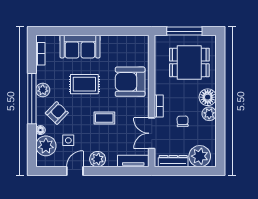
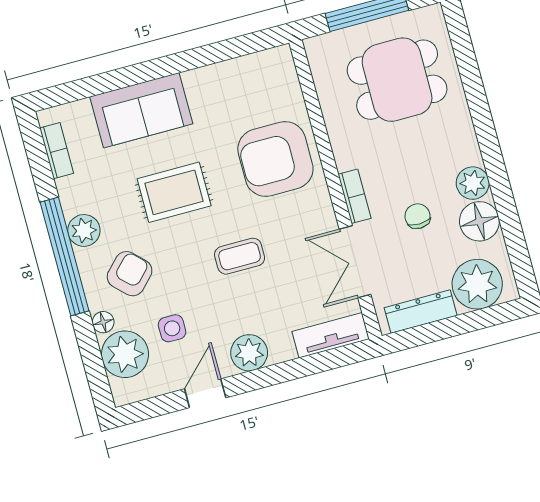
floor lamp: (208, 97) -> (479, 221), moved

